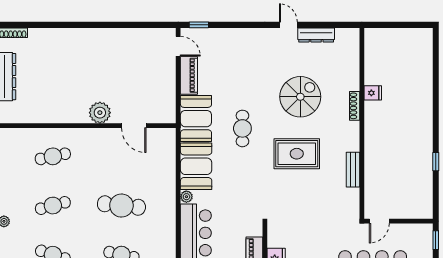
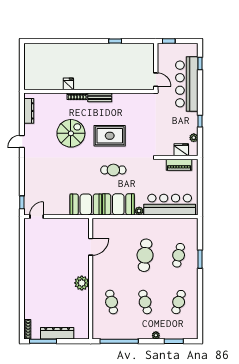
dresser: (316, 35) -> (29, 111), moved
piano: (189, 75) -> (56, 209), removed
spiral stairs: (300, 97) -> (71, 133), turned 90
plant: (100, 113) -> (82, 283), moved
cafe table: (242, 128) -> (113, 170), moved
rug: (297, 154) -> (110, 136), turned 90
bench: (353, 170) -> (100, 97), moved

